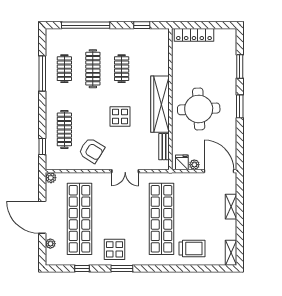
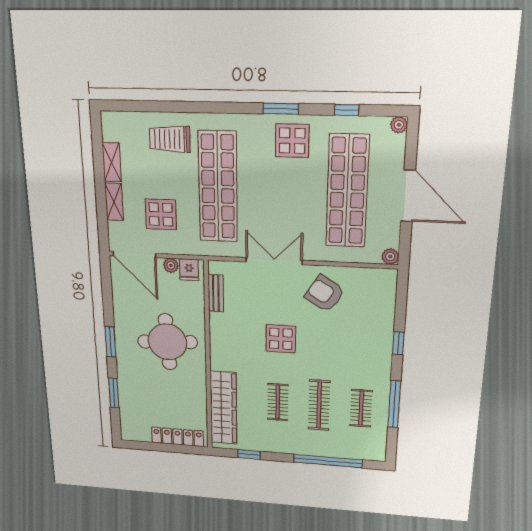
wardrobe: (160, 104) -> (223, 408), moved
clothes rail: (64, 129) -> (365, 326), removed
window: (42, 147) -> (398, 343), moved
double door: (125, 171) -> (274, 261), width x1.37
display table: (200, 199) -> (161, 214), added
plant: (50, 244) -> (399, 125), moved
shelving: (231, 253) -> (112, 162), moved

